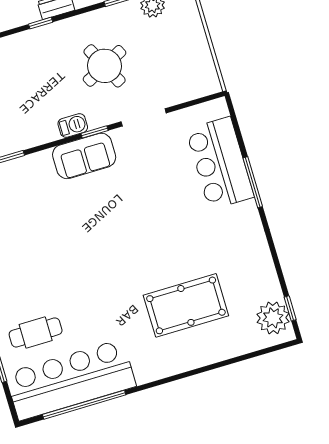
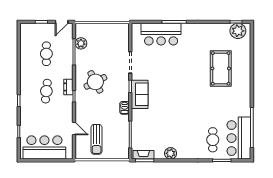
round table: (105, 66) -> (95, 82), moved
barbecue: (73, 125) -> (124, 108), moved
bar counter: (71, 380) -> (239, 138), width x0.73

